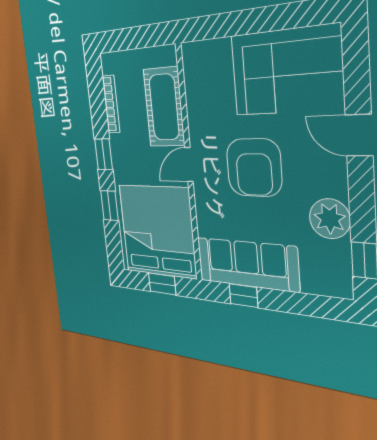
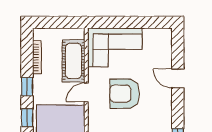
corner sofa: (286, 71) -> (115, 47), moved
armchair: (254, 168) -> (125, 94), turned 90
plant: (330, 219) -> (162, 118), removed

